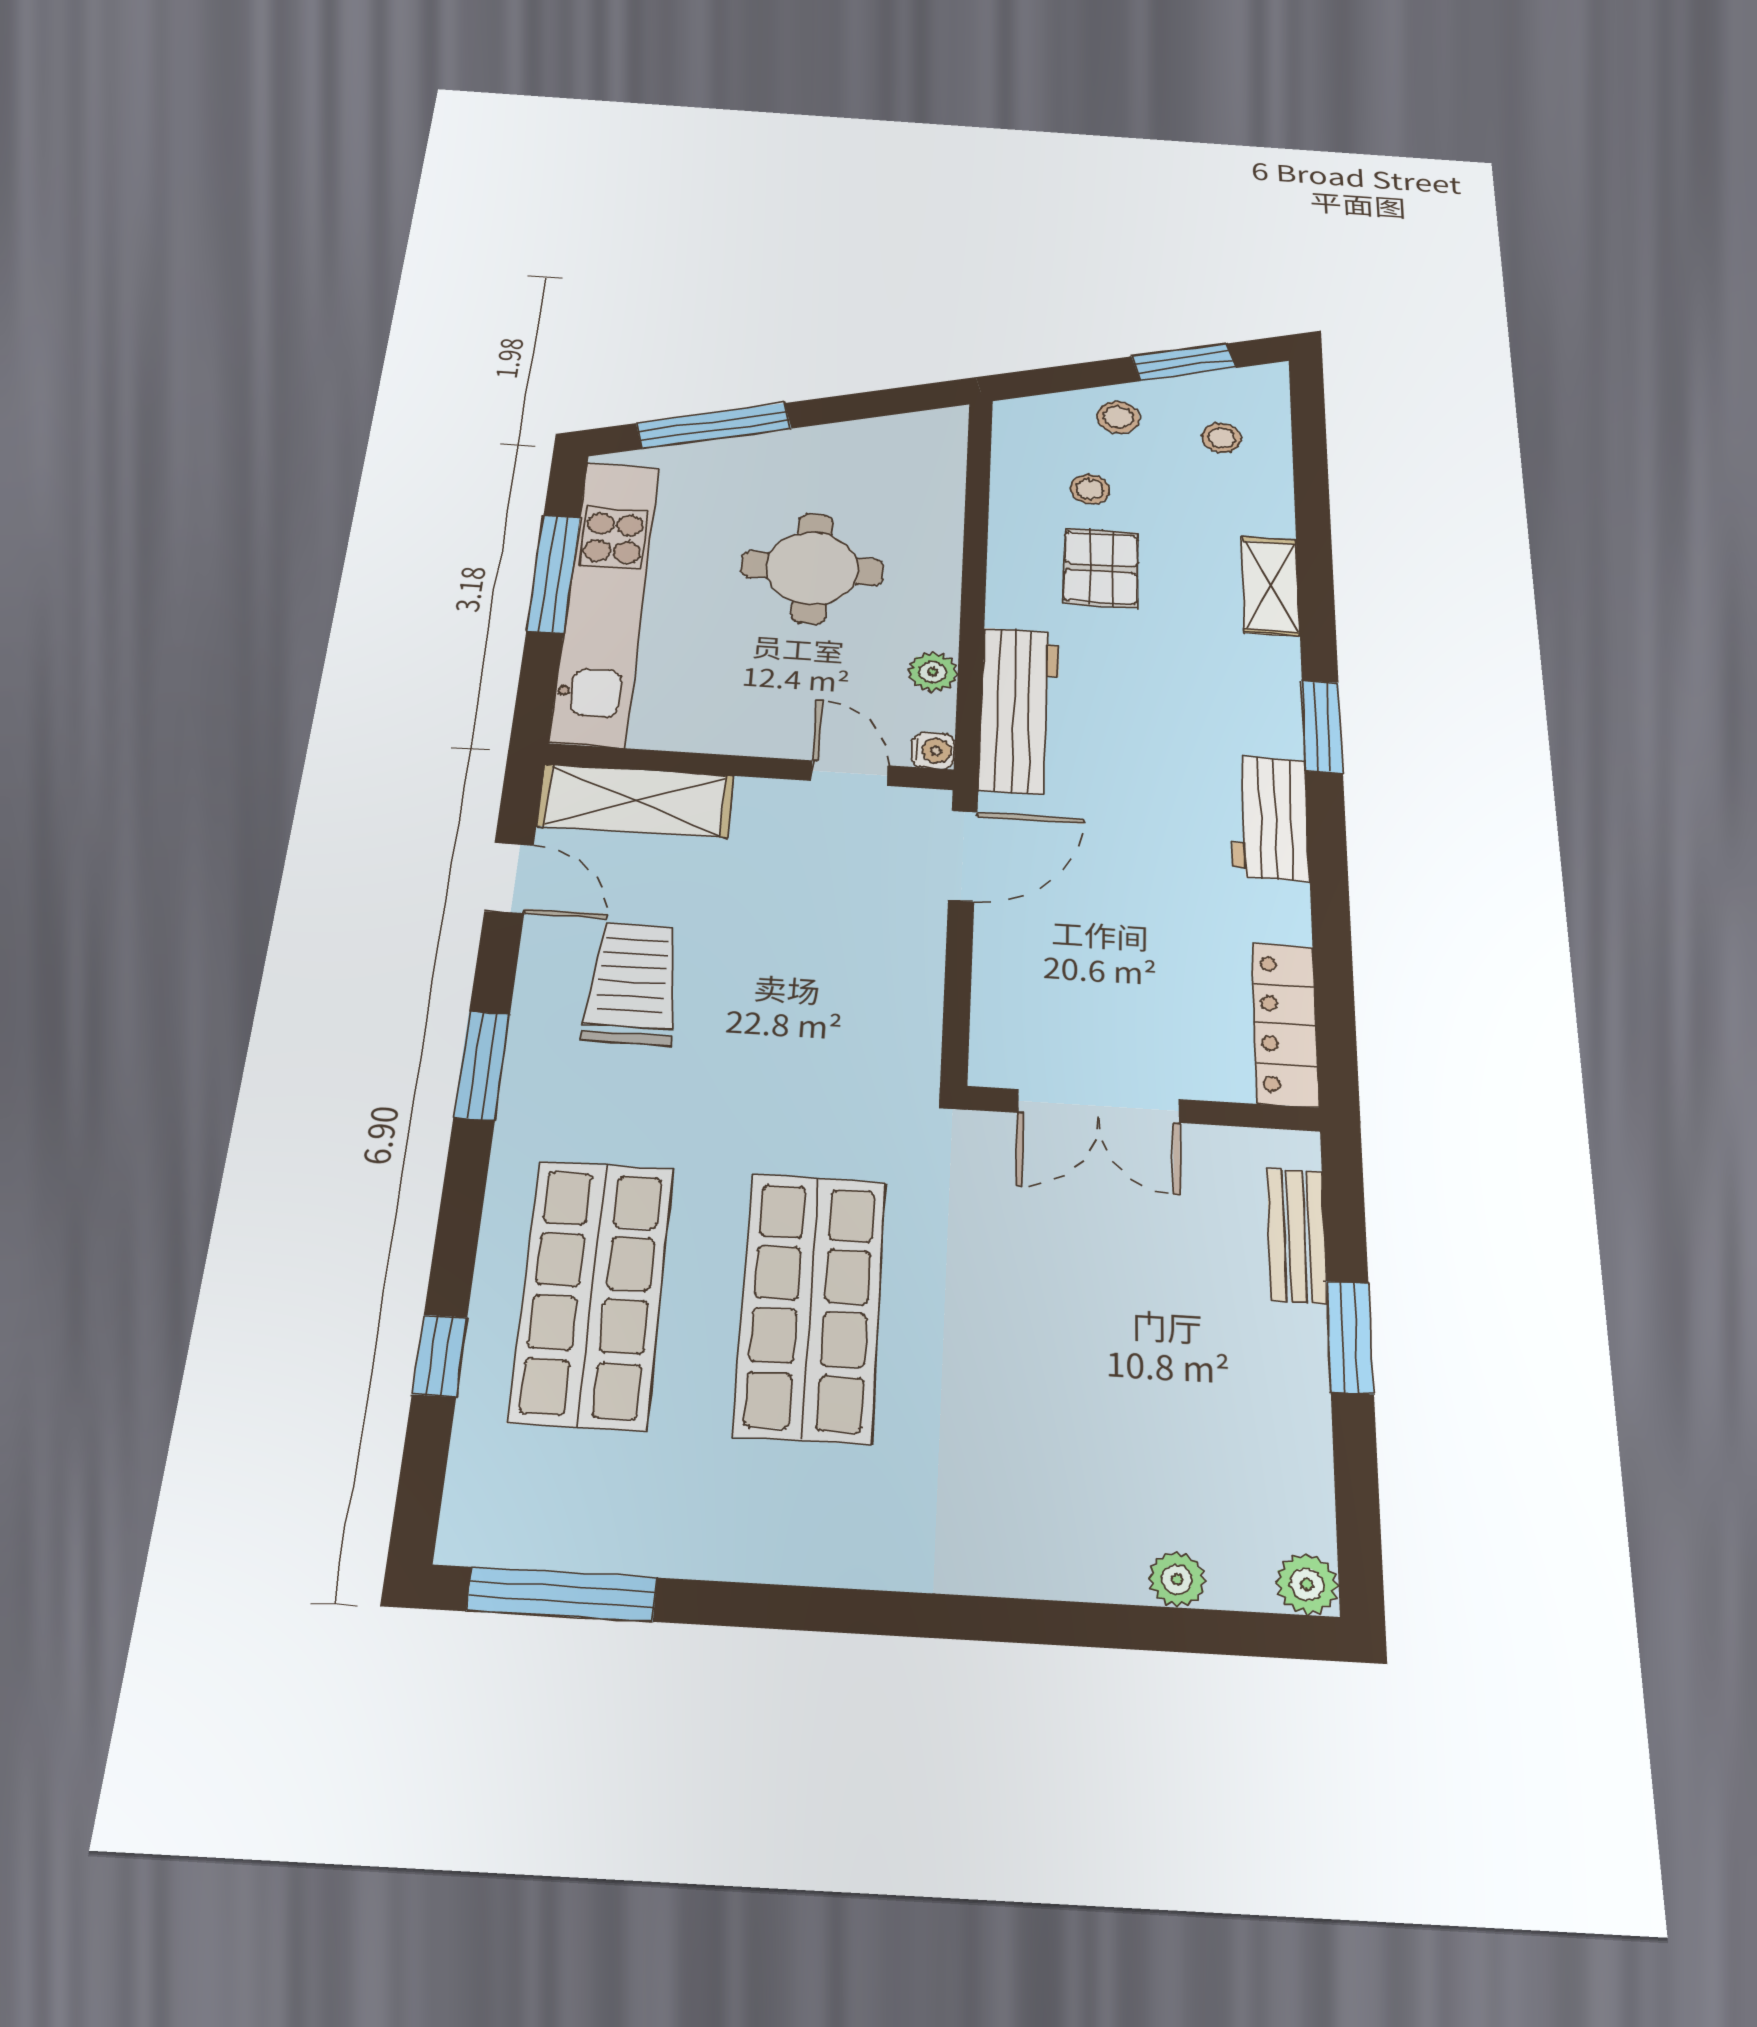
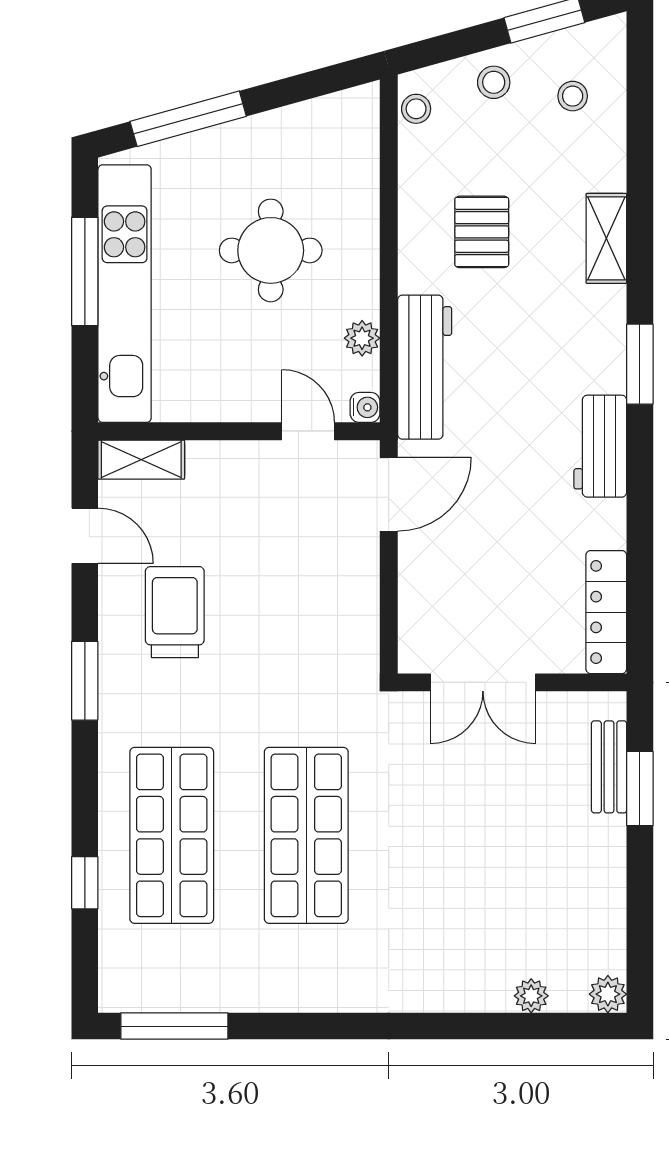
stool: (1090, 489) -> (416, 109), moved
shelving: (636, 801) -> (141, 460), width x0.67, depth x0.75
window: (1350, 1337) -> (640, 789), moved

